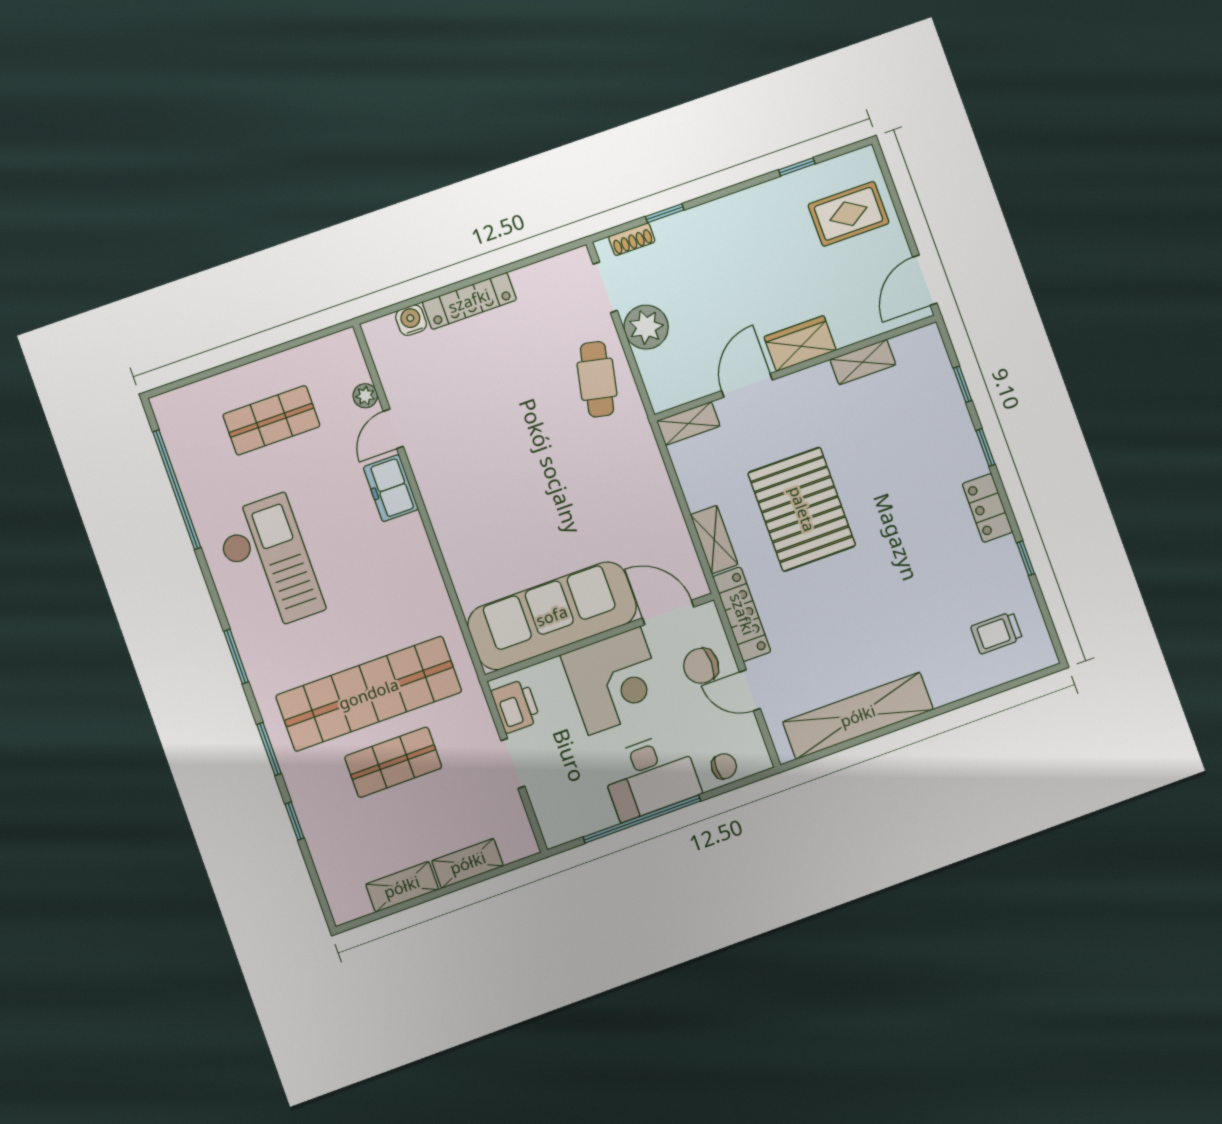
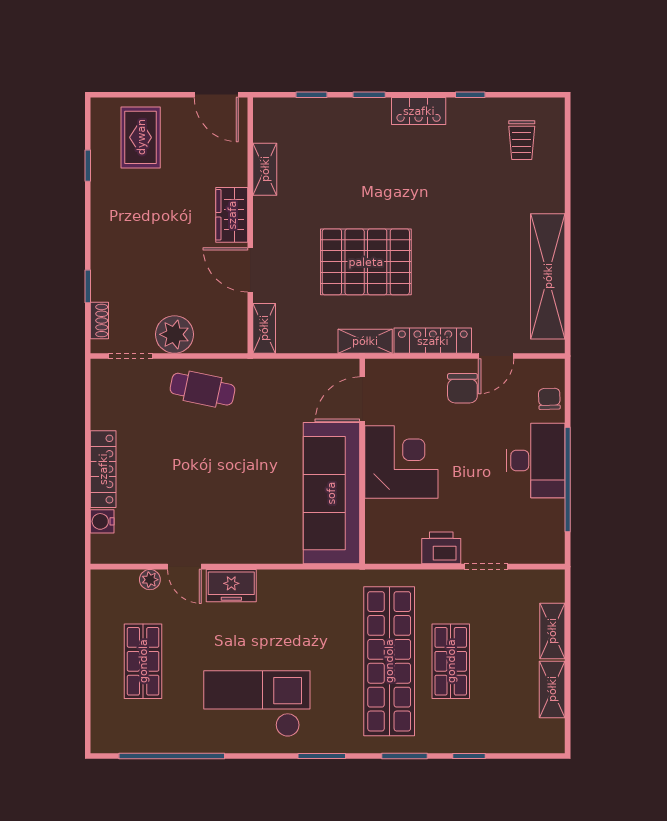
door: (668, 613) -> (362, 399), moved
sofa: (552, 616) -> (331, 493), moved
wall: (600, 637) -> (362, 461), moved
corner desk: (614, 681) -> (401, 462), moved

